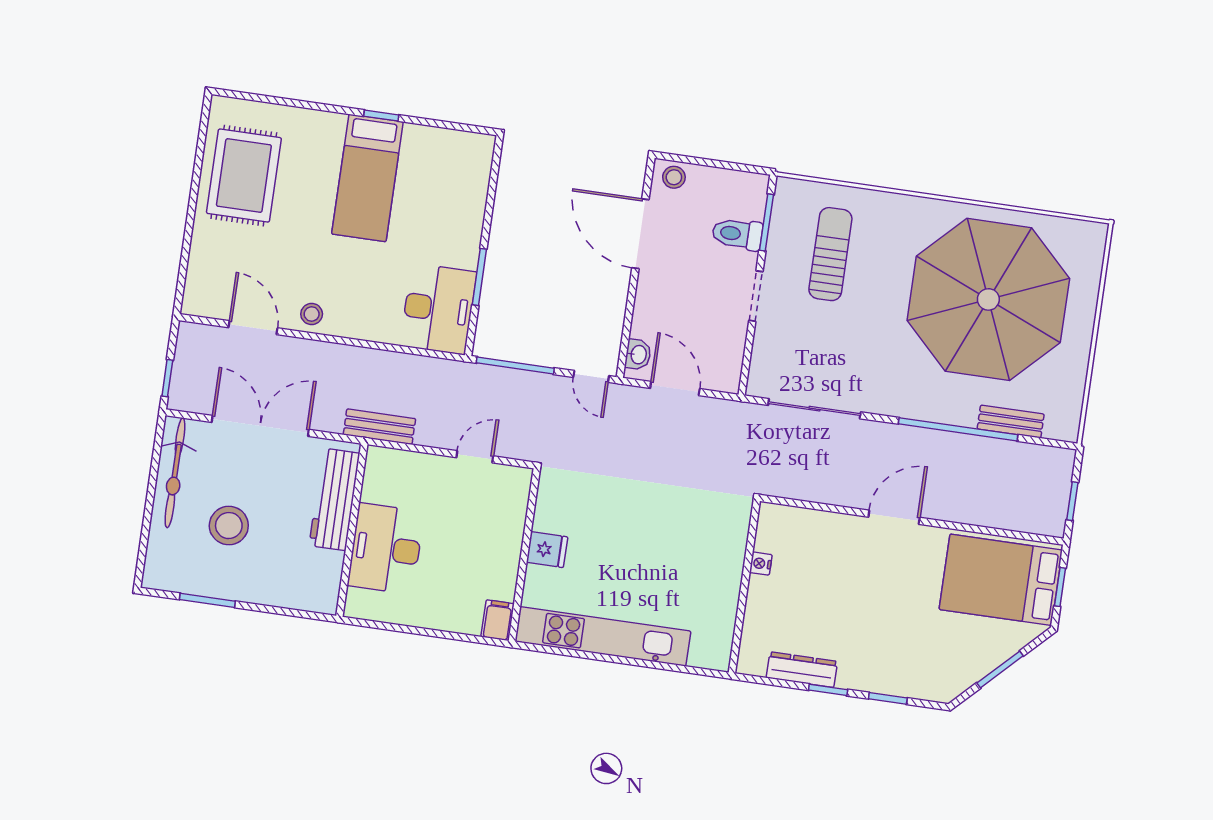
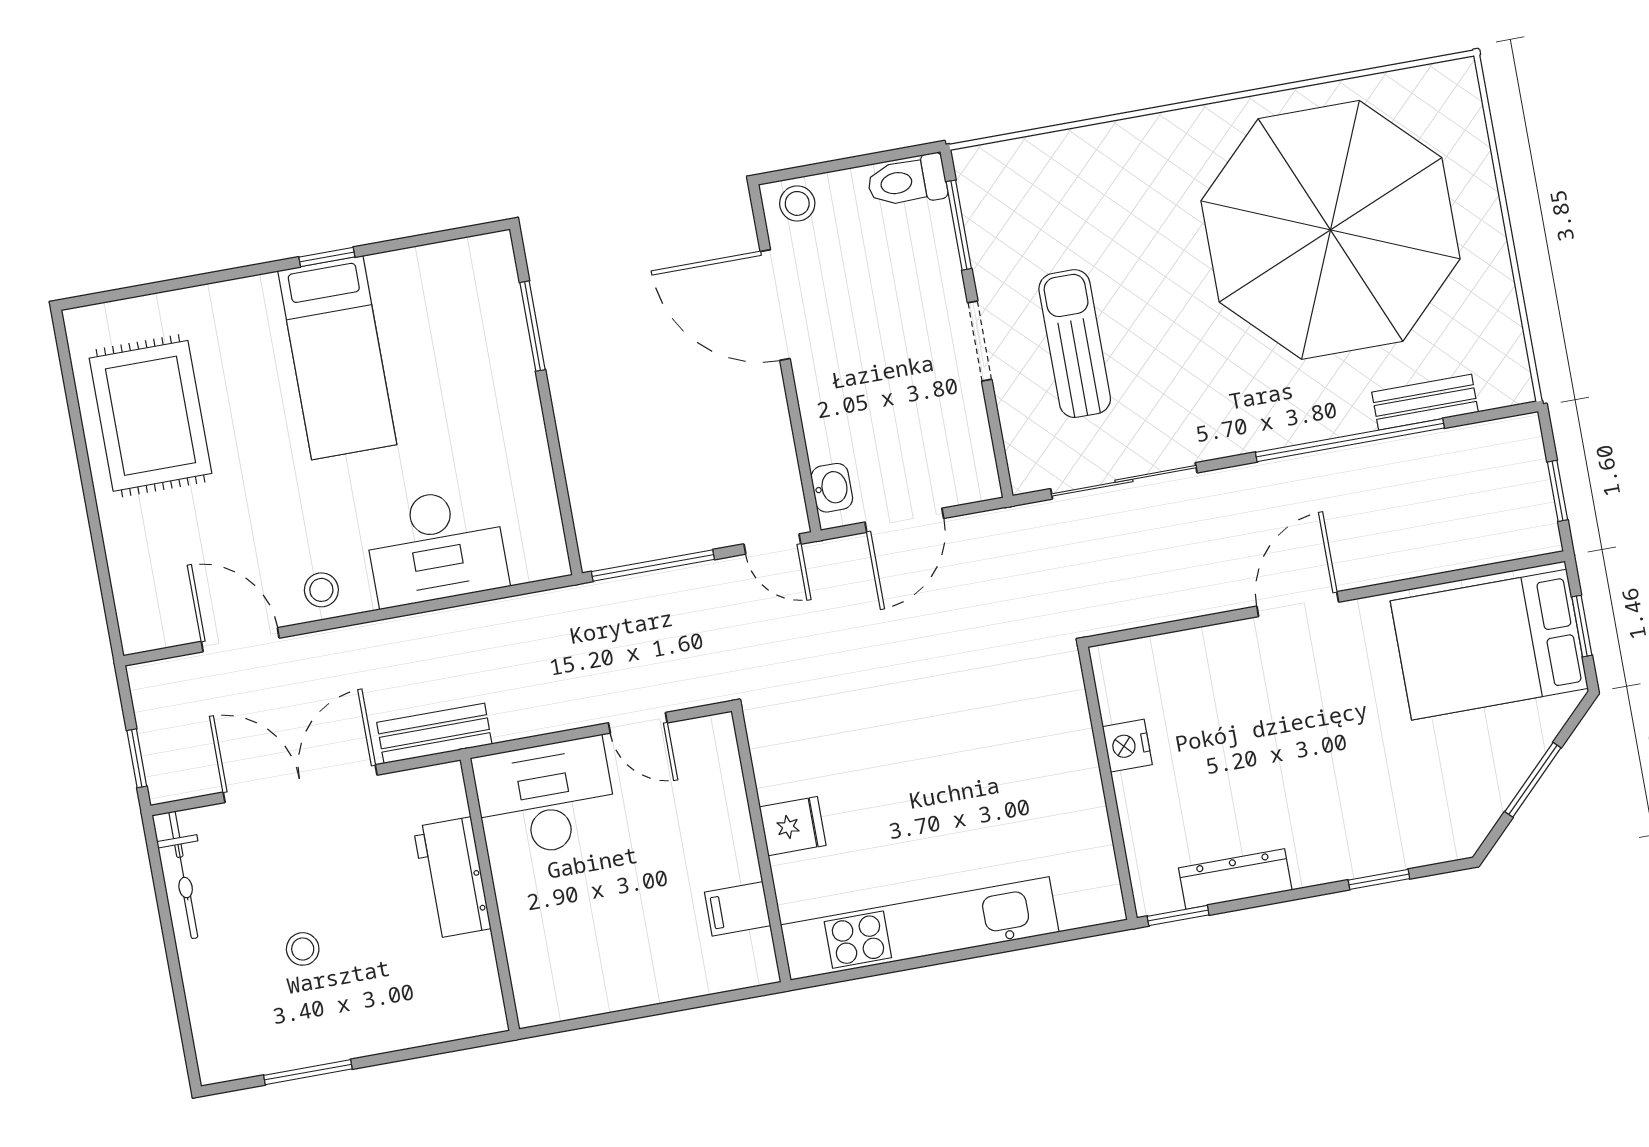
toilet: (737, 234) -> (907, 181), moved
sun lounger: (830, 254) -> (1075, 344), moved
window: (479, 277) -> (532, 326), moved
desk: (438, 309) -> (436, 547), moved, turned 90
door: (675, 389) -> (904, 520), swing flipped
bench: (379, 427) -> (434, 733), moved
door: (475, 457) -> (638, 723), swing flipped
bicycle: (175, 473) -> (183, 875), width x0.73, depth x0.71
workbench: (334, 499) -> (452, 878), width x0.73
stool: (229, 526) -> (303, 949), width x0.53, depth x0.53
desk: (386, 549) -> (545, 798), moved, turned 90
nightstand: (761, 564) -> (1127, 746), width x1.39, depth x1.35
filing cabinet: (498, 620) -> (738, 909), moved, turned -90
window: (828, 690) -> (1178, 916), moved

